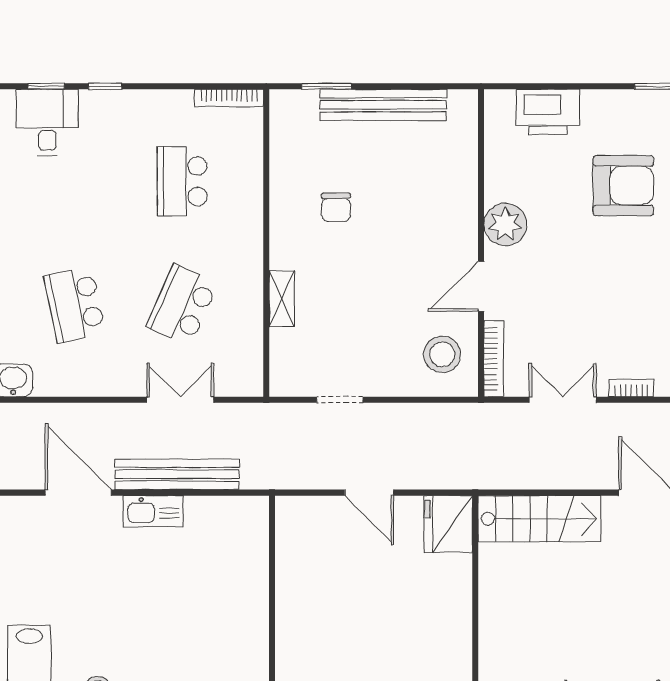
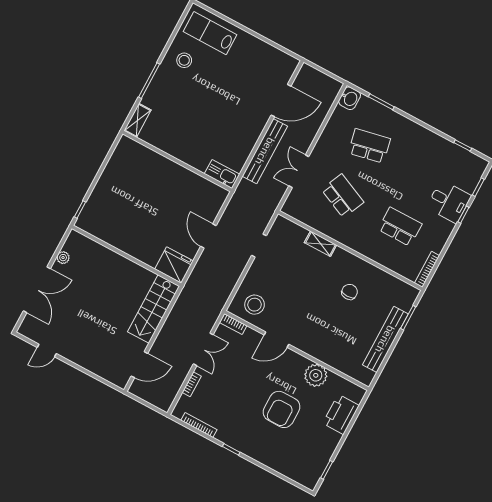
desk: (47, 122) -> (449, 202), moved
armchair: (623, 186) -> (282, 409), moved
chair: (336, 207) -> (350, 292), turned 90
plant: (505, 224) -> (316, 375), moved
door: (481, 286) -> (276, 340), swing flipped
bookcase: (494, 359) -> (233, 324), width x0.64
double door: (180, 400) -> (299, 171), swing flipped
door: (369, 493) -> (208, 236), hinge flipped
kitchen sink: (153, 511) -> (222, 174), moved, turned 90

